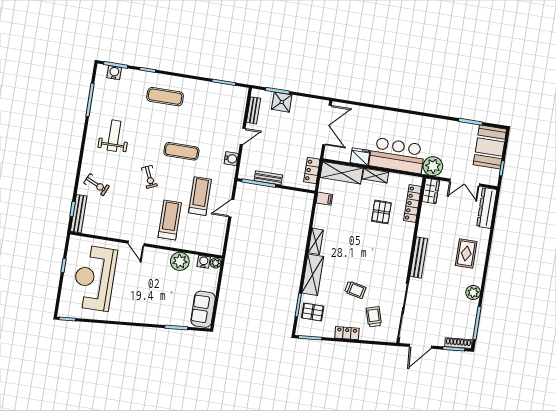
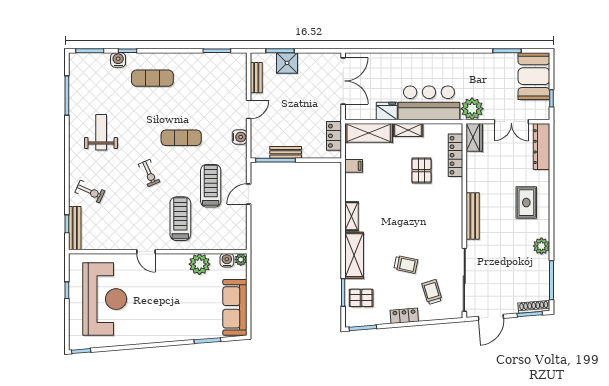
water cooler: (114, 73) -> (118, 60), moved
reception desk: (94, 278) -> (105, 299), turned 180
sofa: (203, 309) -> (235, 307), width x1.36

